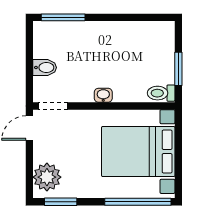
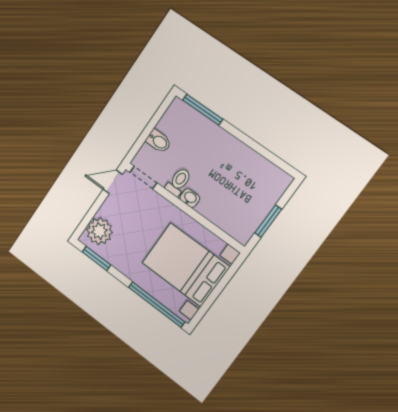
toilet: (161, 93) -> (178, 182), moved, turned 90

